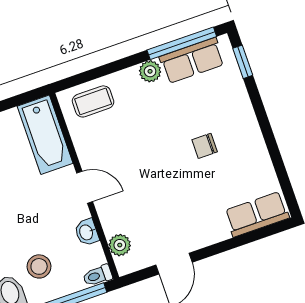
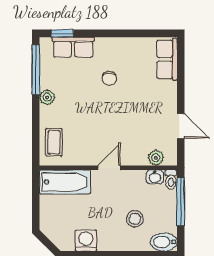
row of seats: (192, 61) -> (73, 47), moved, turned 90
washbasin: (87, 232) -> (155, 177), moved
stool: (39, 266) -> (135, 219), moved

